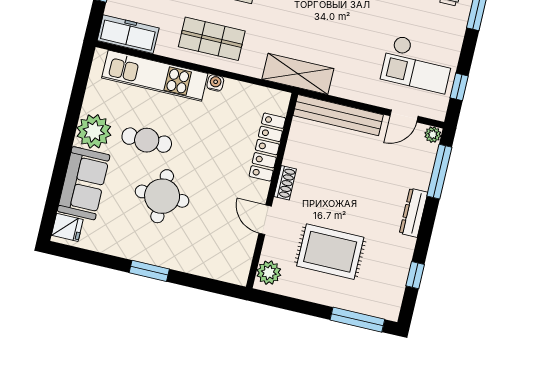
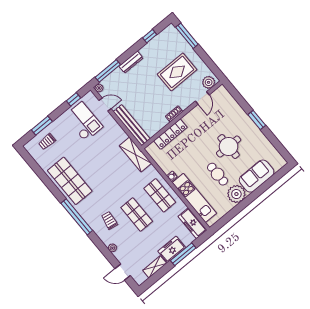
door: (265, 220) -> (202, 98), moved
fridge: (67, 227) -> (277, 163), removed
rug: (330, 252) -> (177, 72), turned 90

